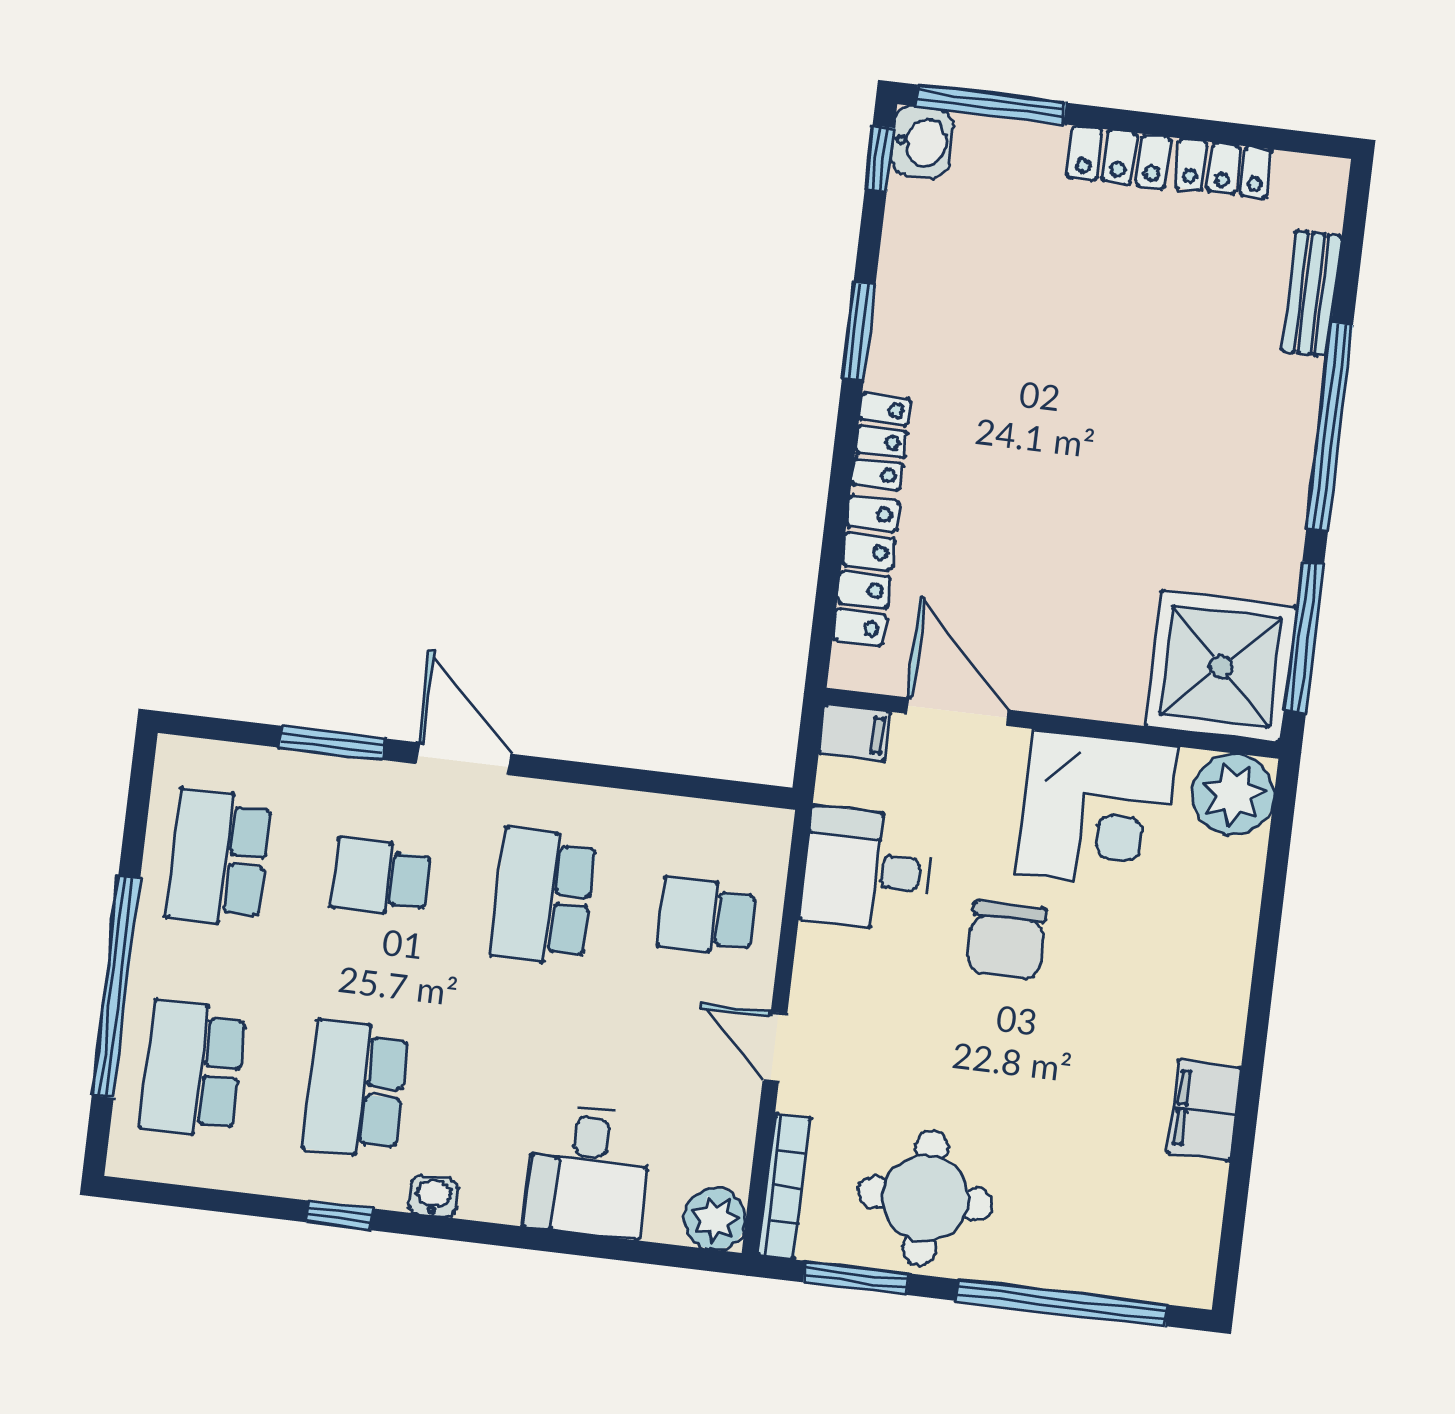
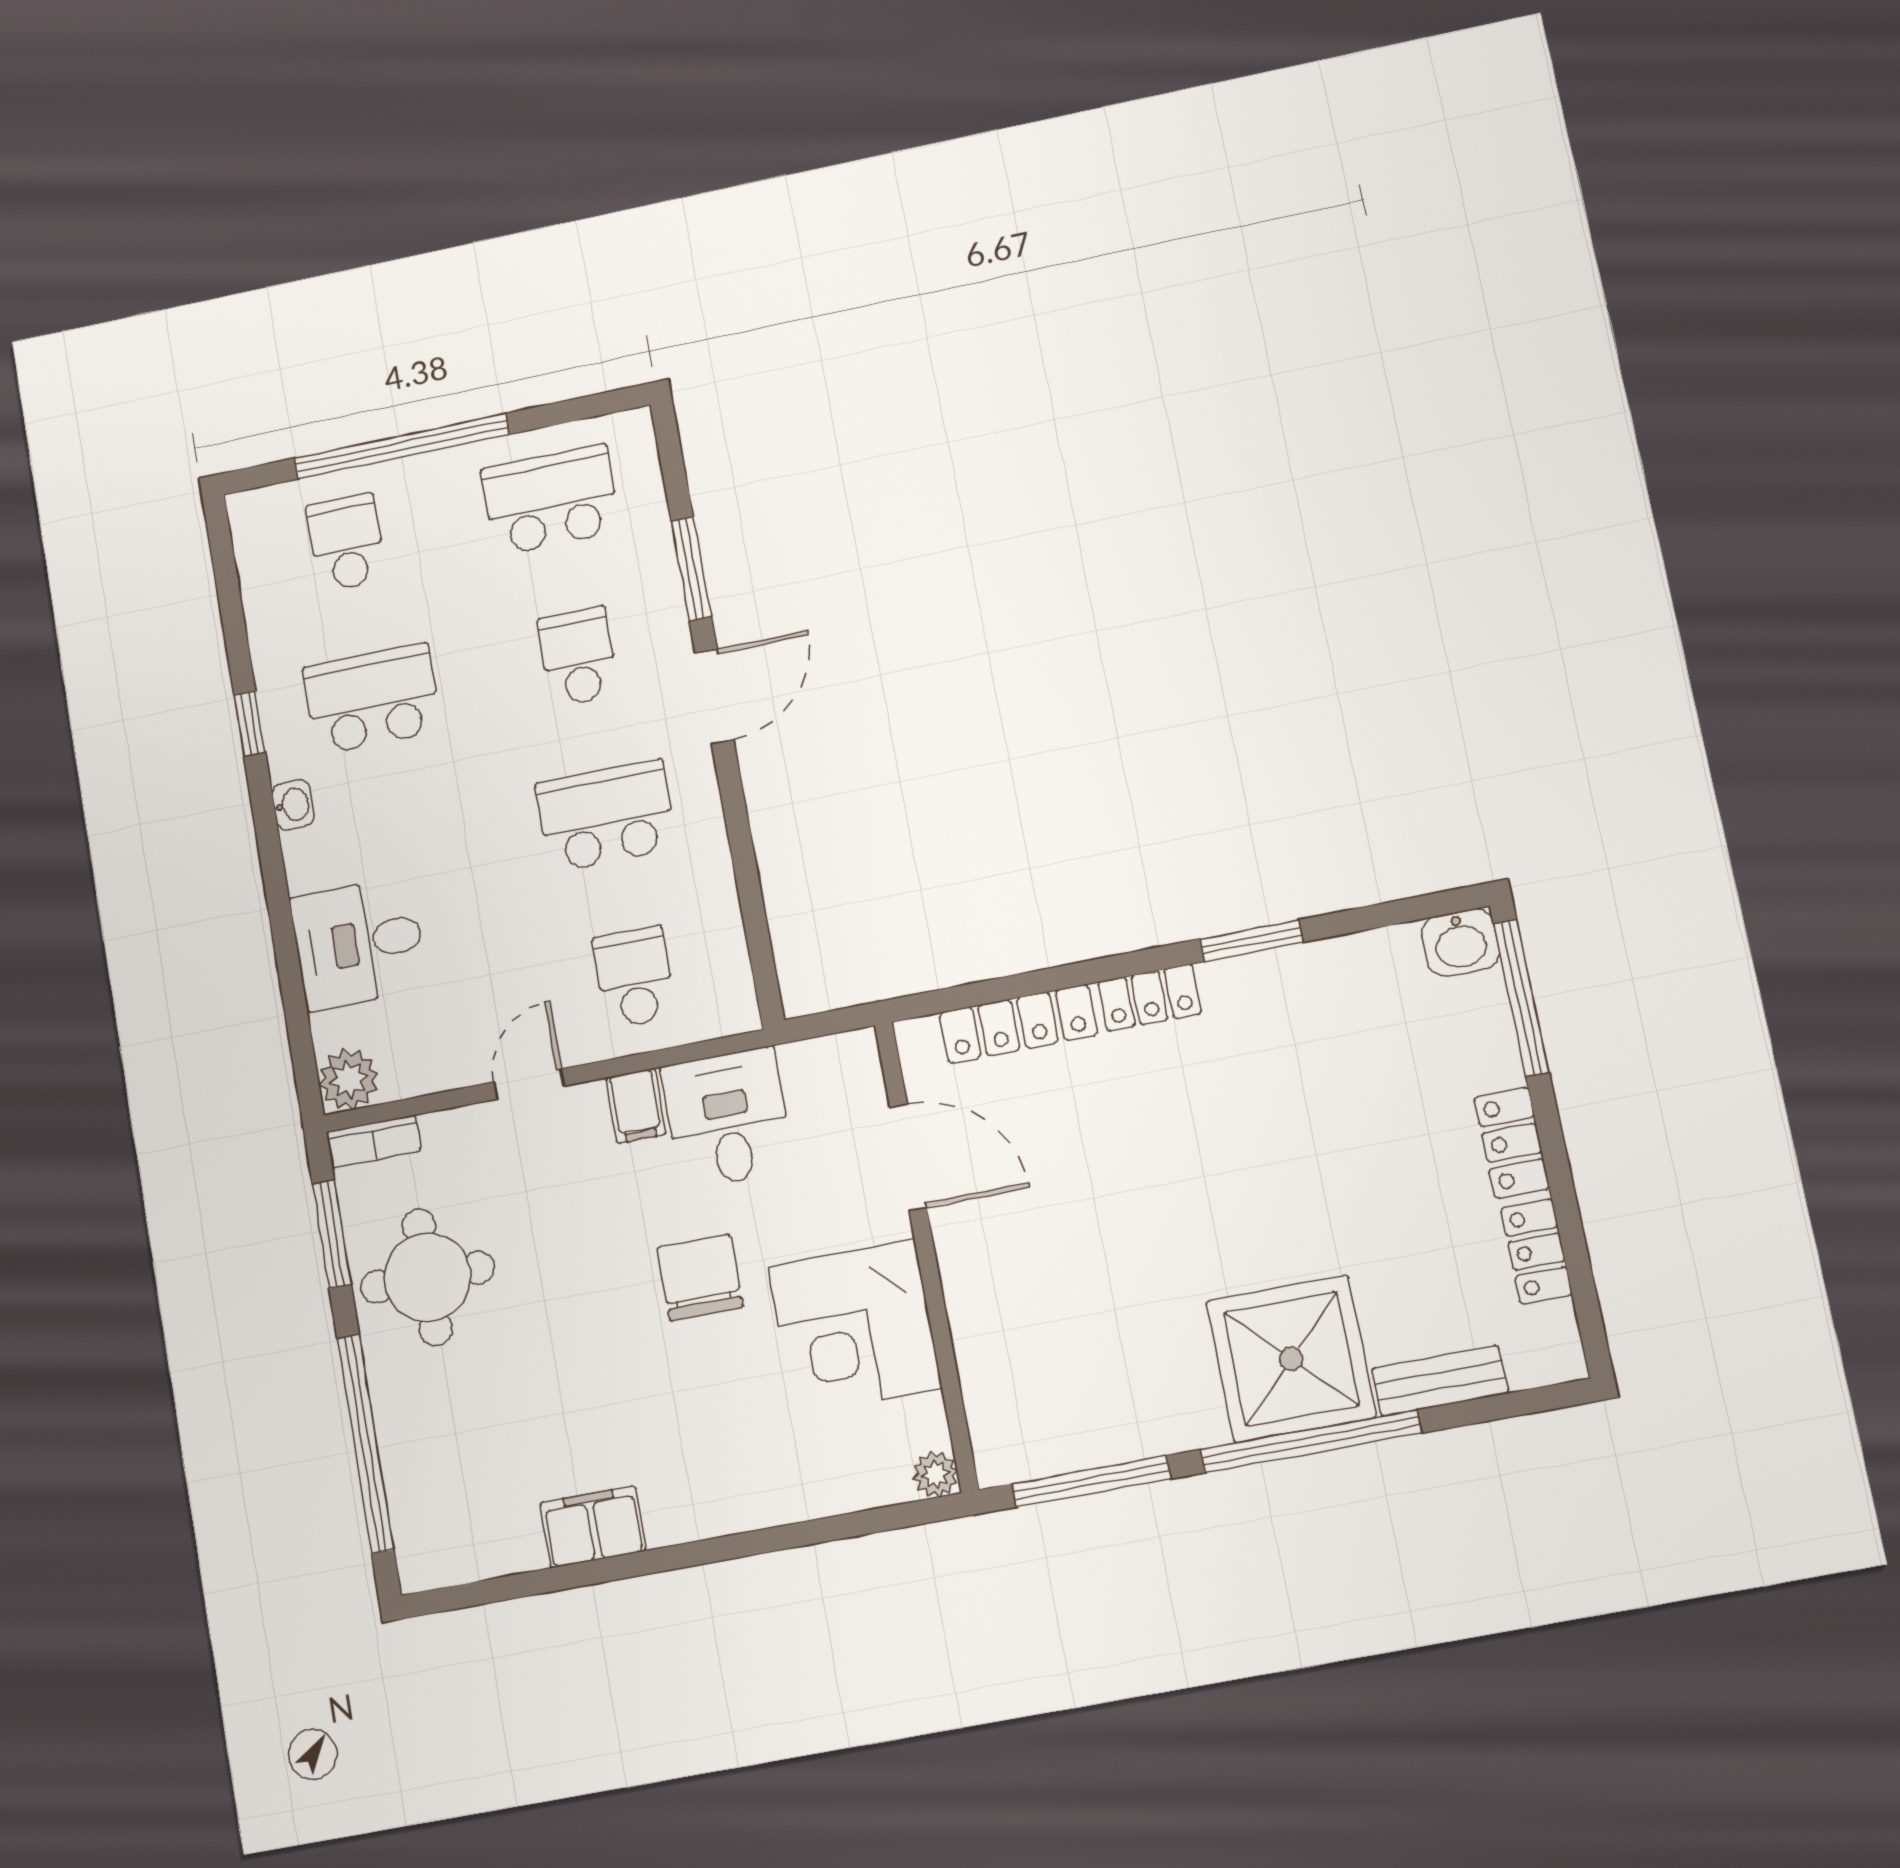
window: (880, 159) -> (1430, 906), removed
shower: (1221, 666) -> (1291, 1359), moved
door: (957, 712) -> (908, 1157), hinge flipped
filing cabinet: (855, 733) -> (636, 1106), moved
plant: (1233, 794) -> (936, 1475), width x0.53, depth x0.53
chair: (1006, 940) -> (700, 1277), turned 90
school desk: (193, 1069) -> (346, 543), width x0.54
bookcase: (785, 1187) -> (374, 1141), width x0.64

